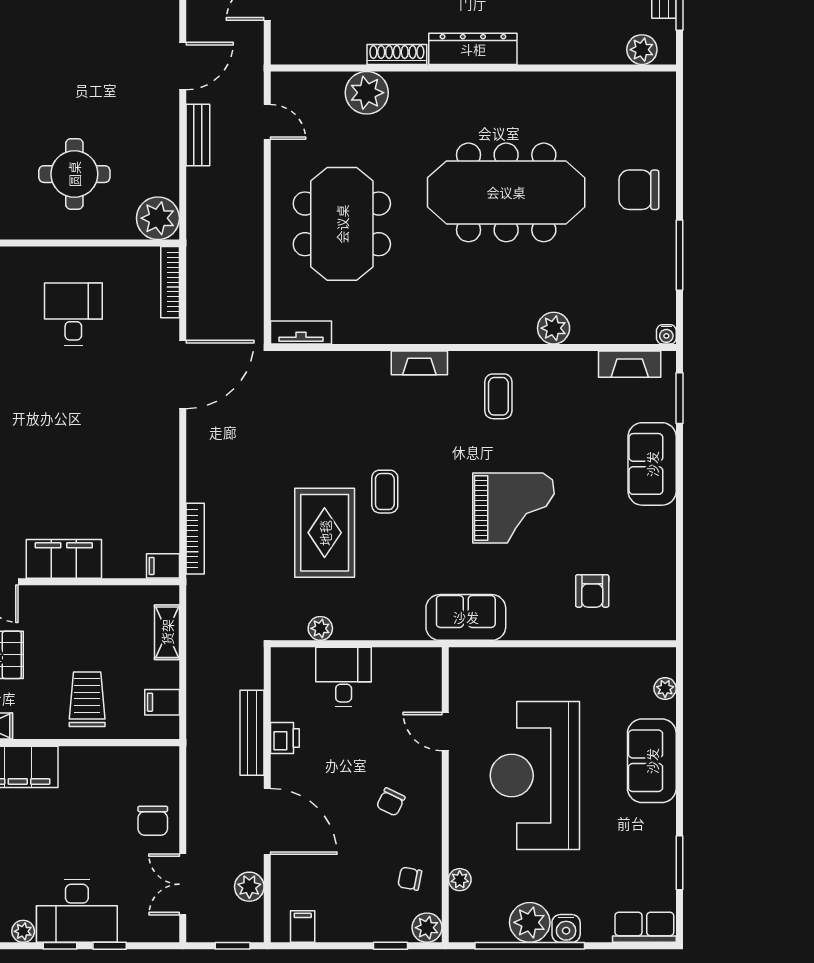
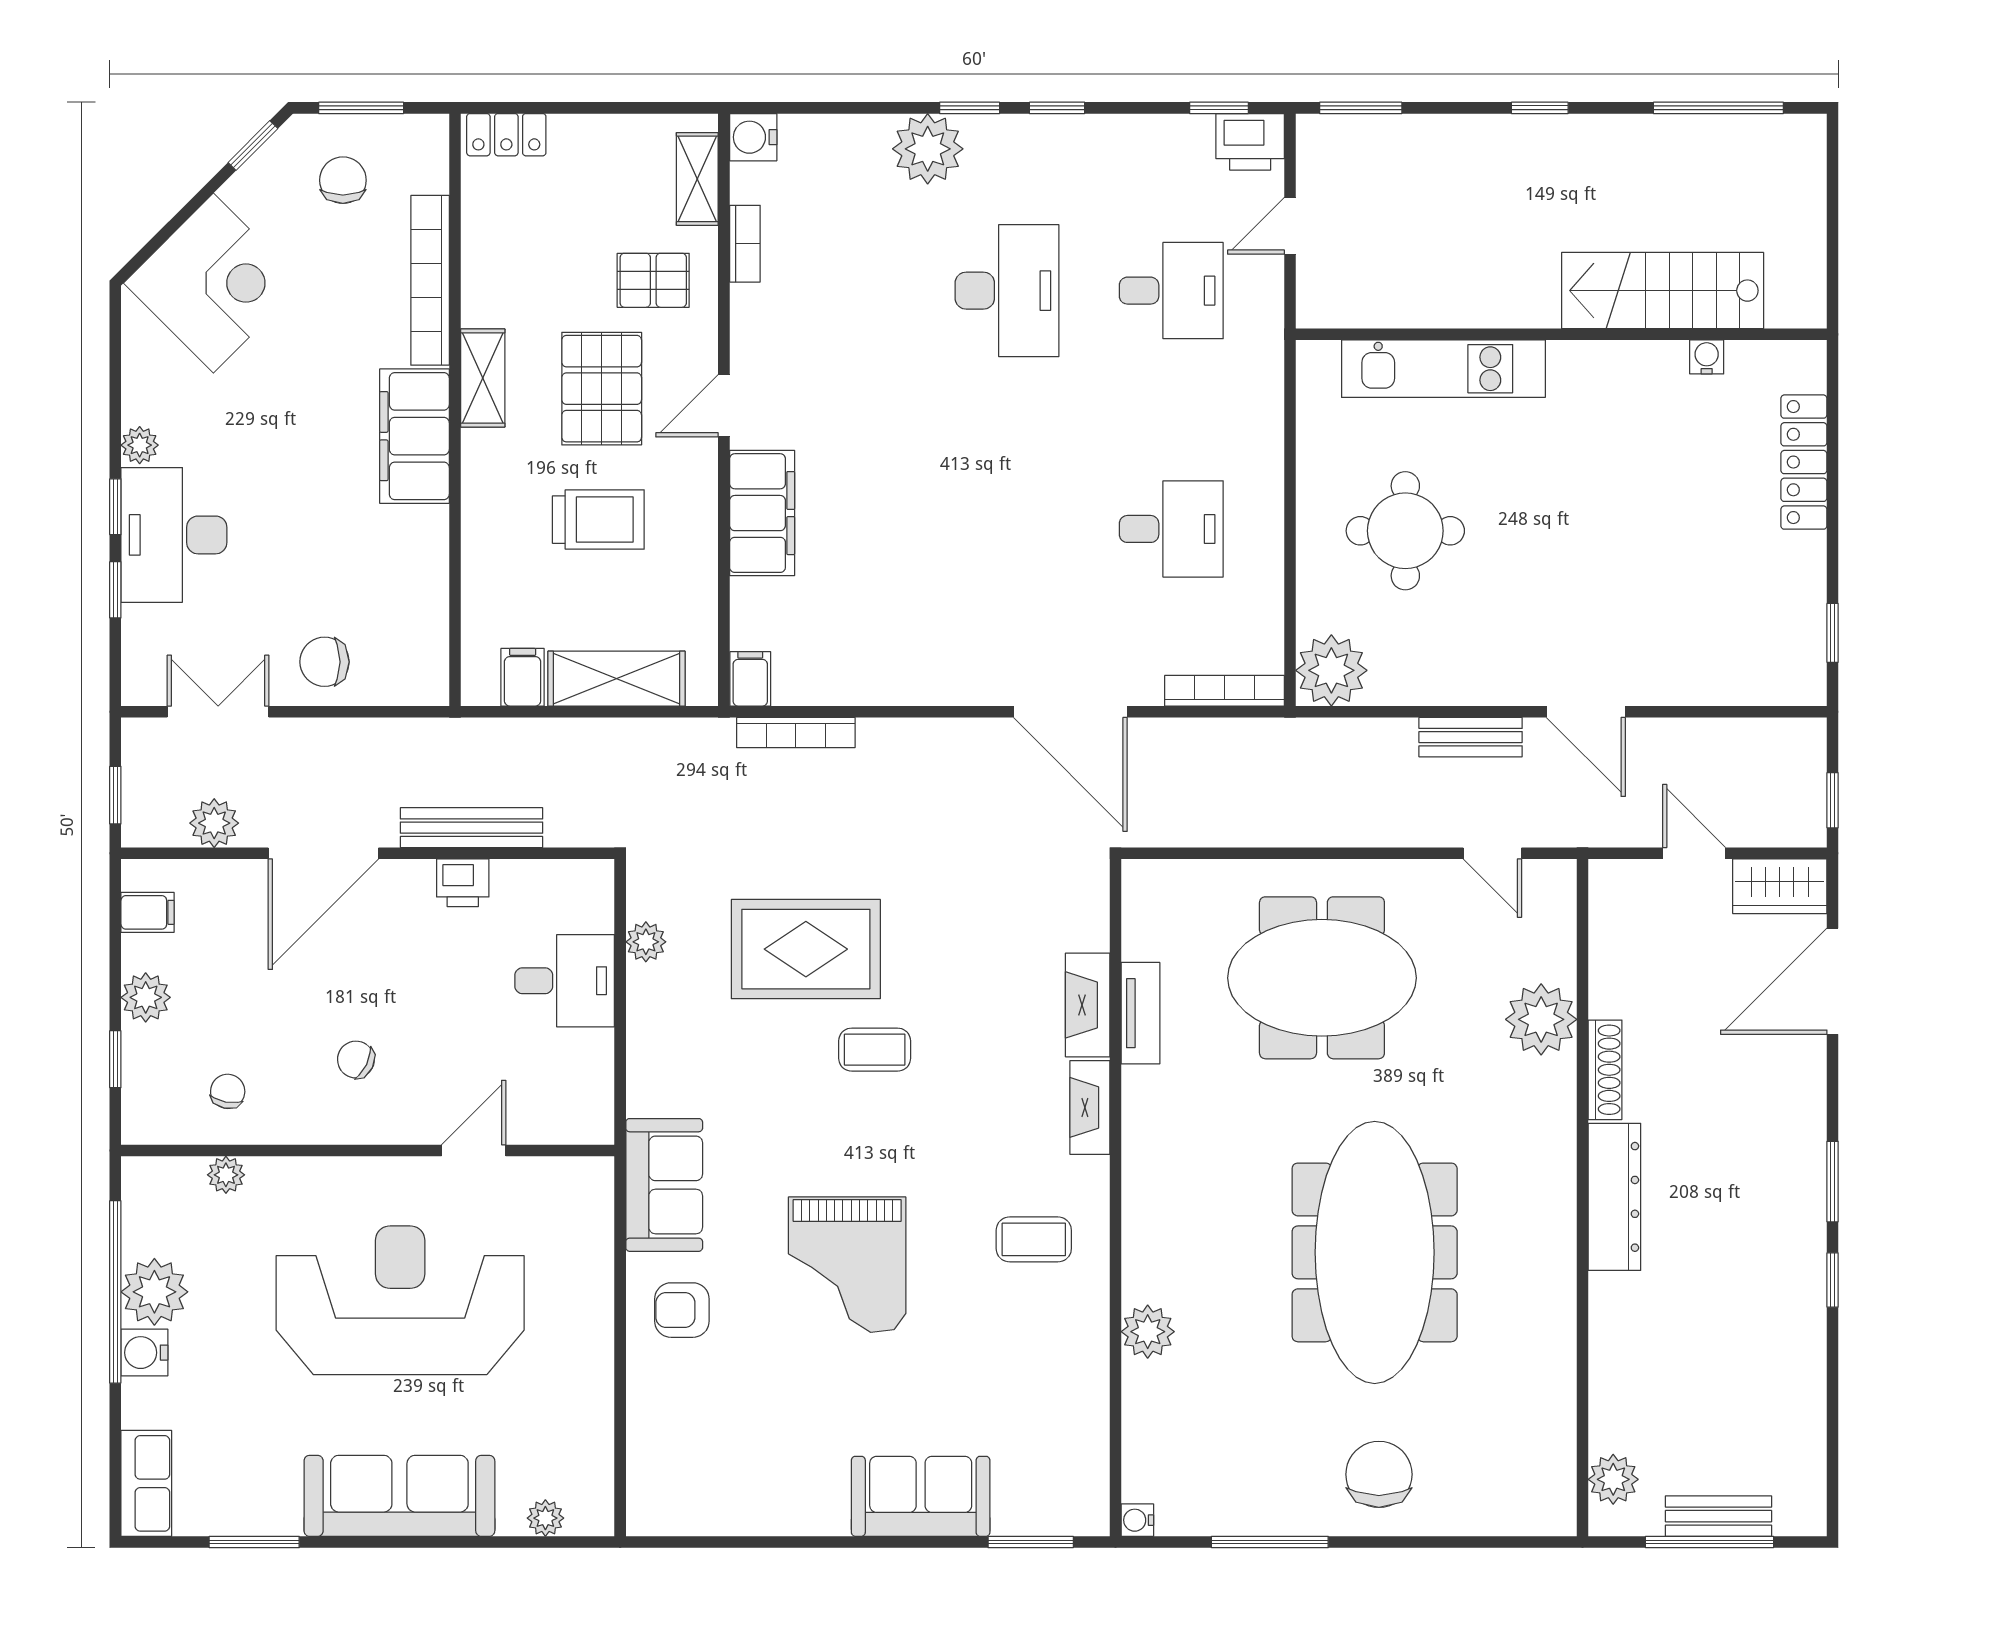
door: (267, 122) -> (1492, 853), hinge flipped
tv unit: (301, 332) -> (1140, 1013), moved
fireplace: (630, 364) -> (1088, 1005), moved
armchair: (592, 591) -> (682, 1310), moved
shelving: (167, 632) -> (617, 679), width x1.50, depth x1.33
trolley: (87, 699) -> (598, 520), moved
sofa: (652, 761) -> (399, 1496), width x1.36
plant: (427, 928) -> (146, 997), moved

